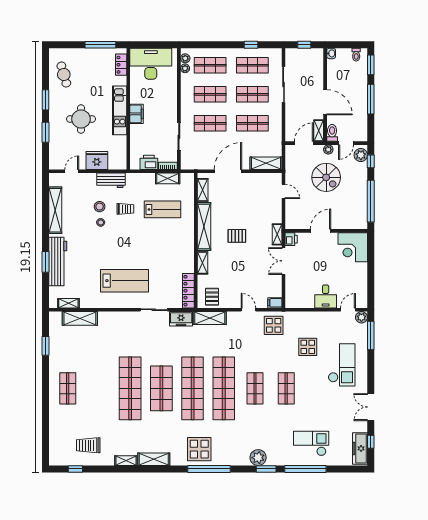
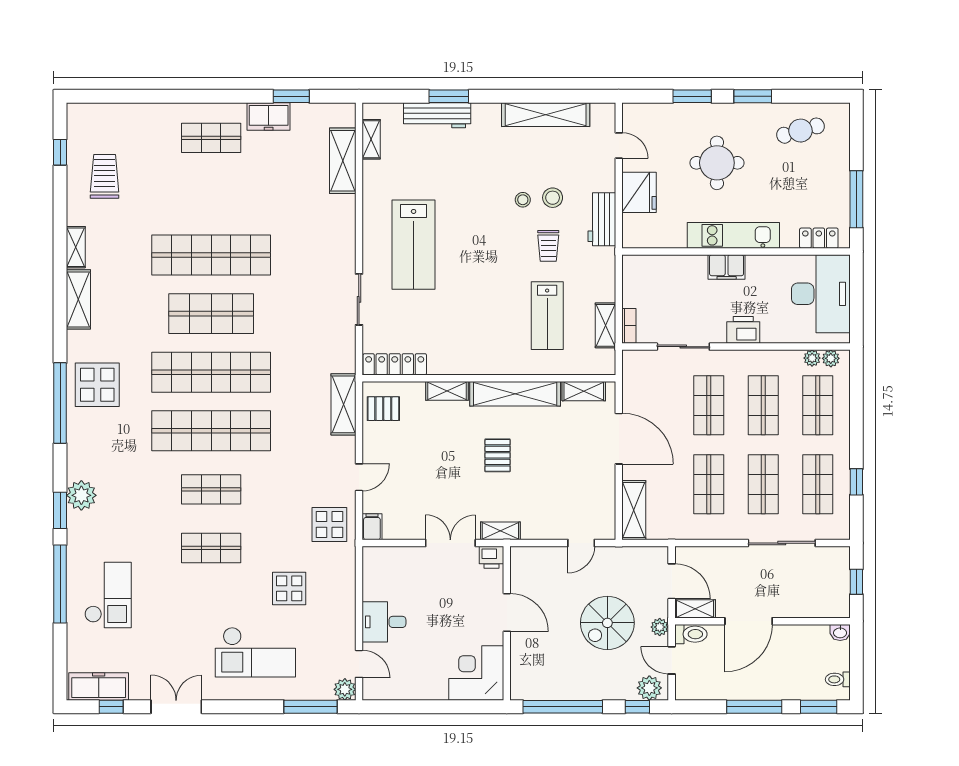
printer: (149, 162) -> (743, 330), moved, turned -90
workbench: (58, 262) -> (437, 115), width x0.73, depth x0.76
freezer: (181, 319) -> (269, 117), moved, turned -90

